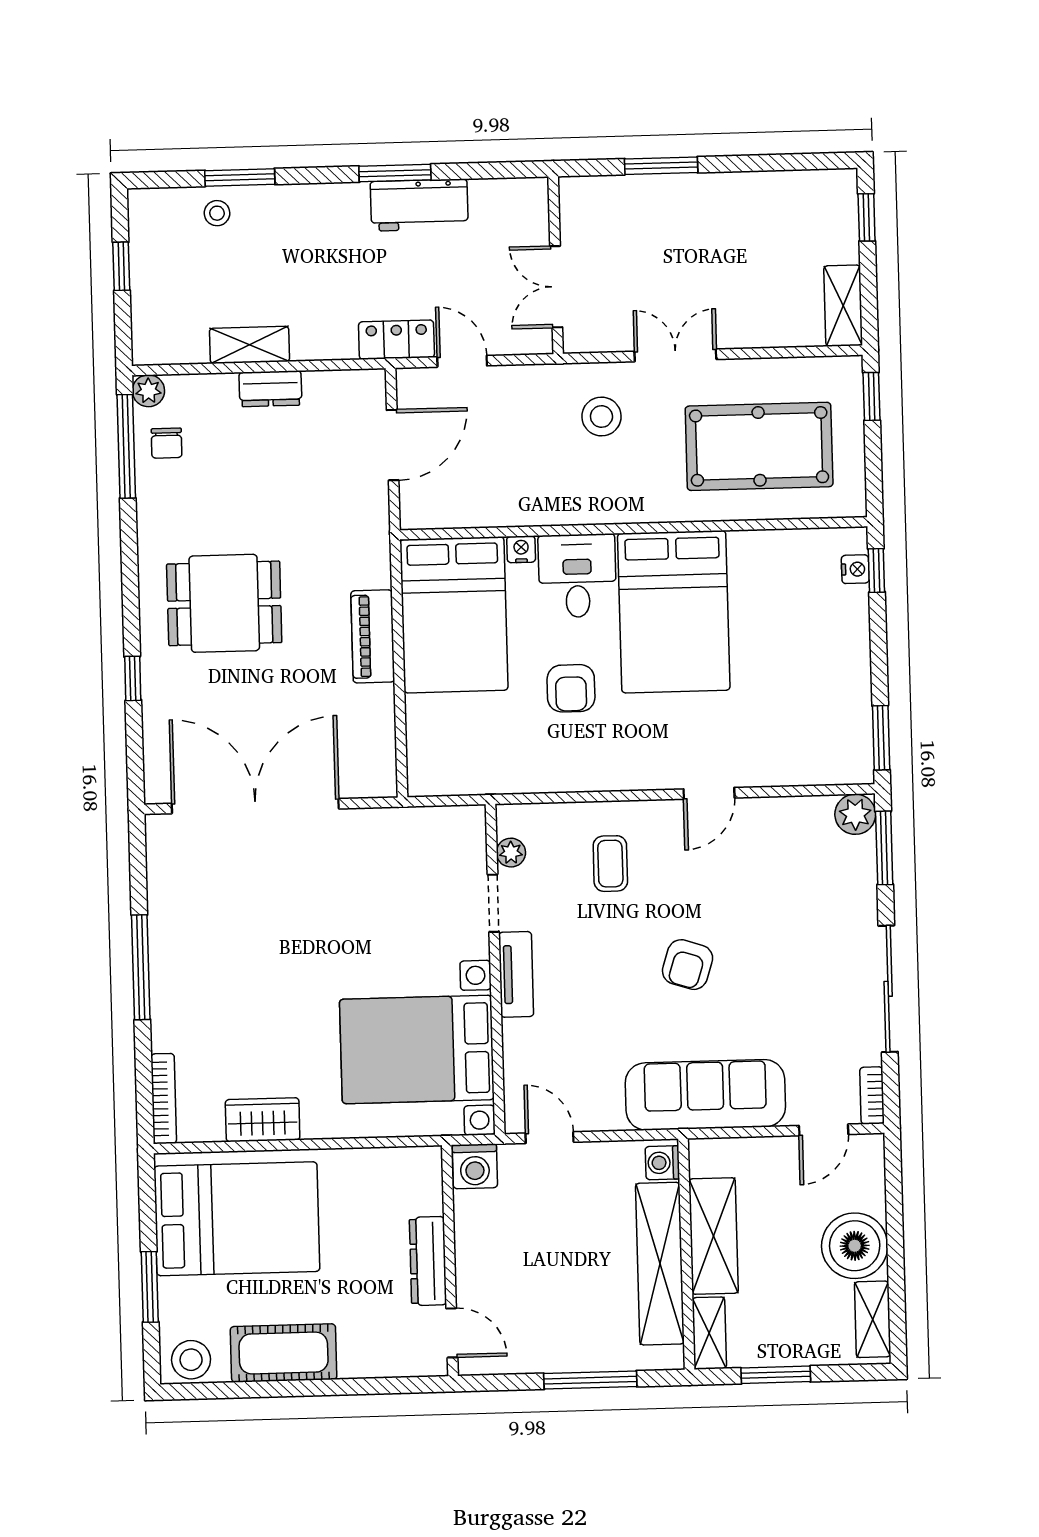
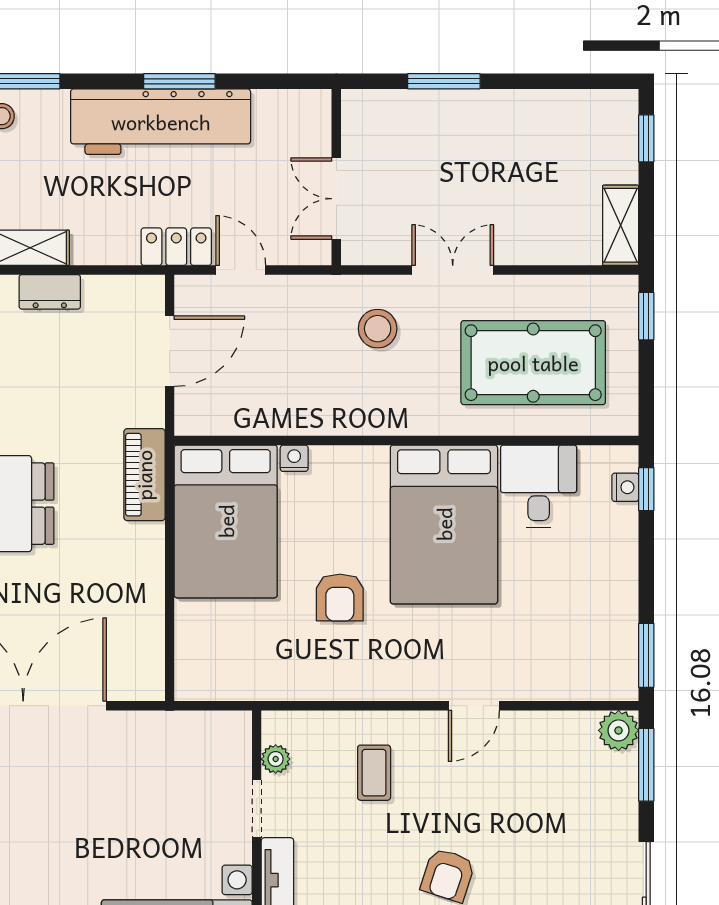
workbench: (419, 205) -> (161, 122), width x1.88, depth x1.32
desk: (577, 576) -> (539, 486), moved
piano: (373, 636) -> (144, 475), moved

